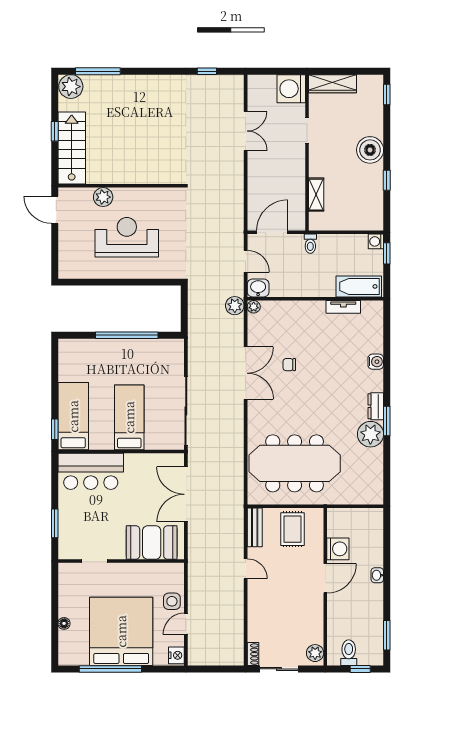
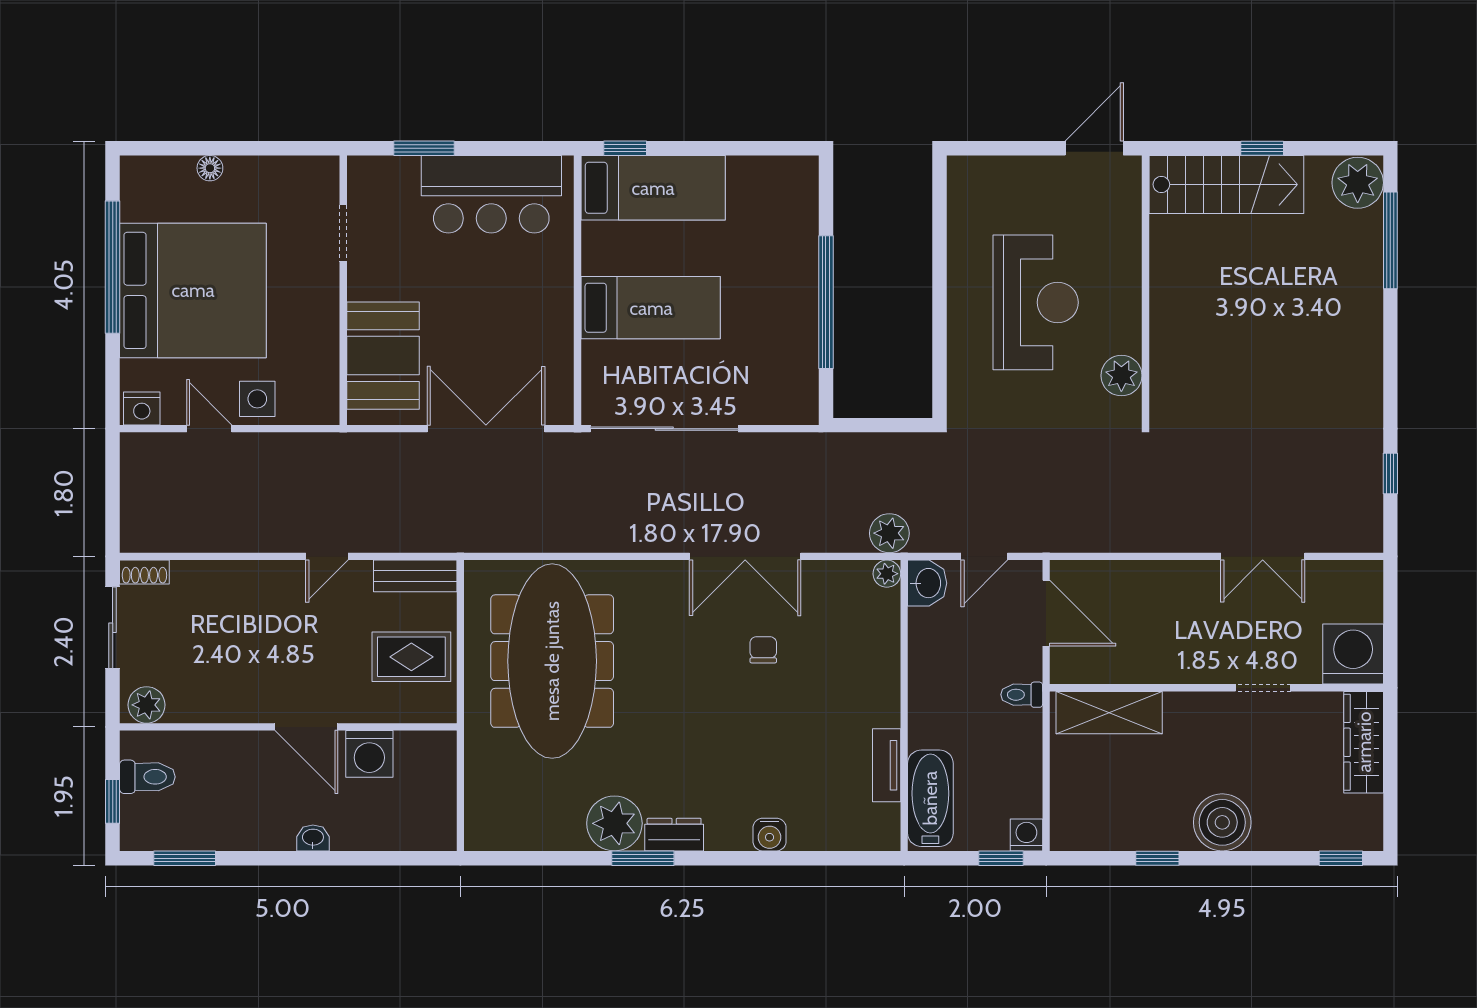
shelving: (316, 195) -> (1109, 713), width x1.50, depth x1.33
plant: (103, 197) -> (1121, 376), moved
bar counter: (91, 471) -> (491, 194), moved, turned -90

